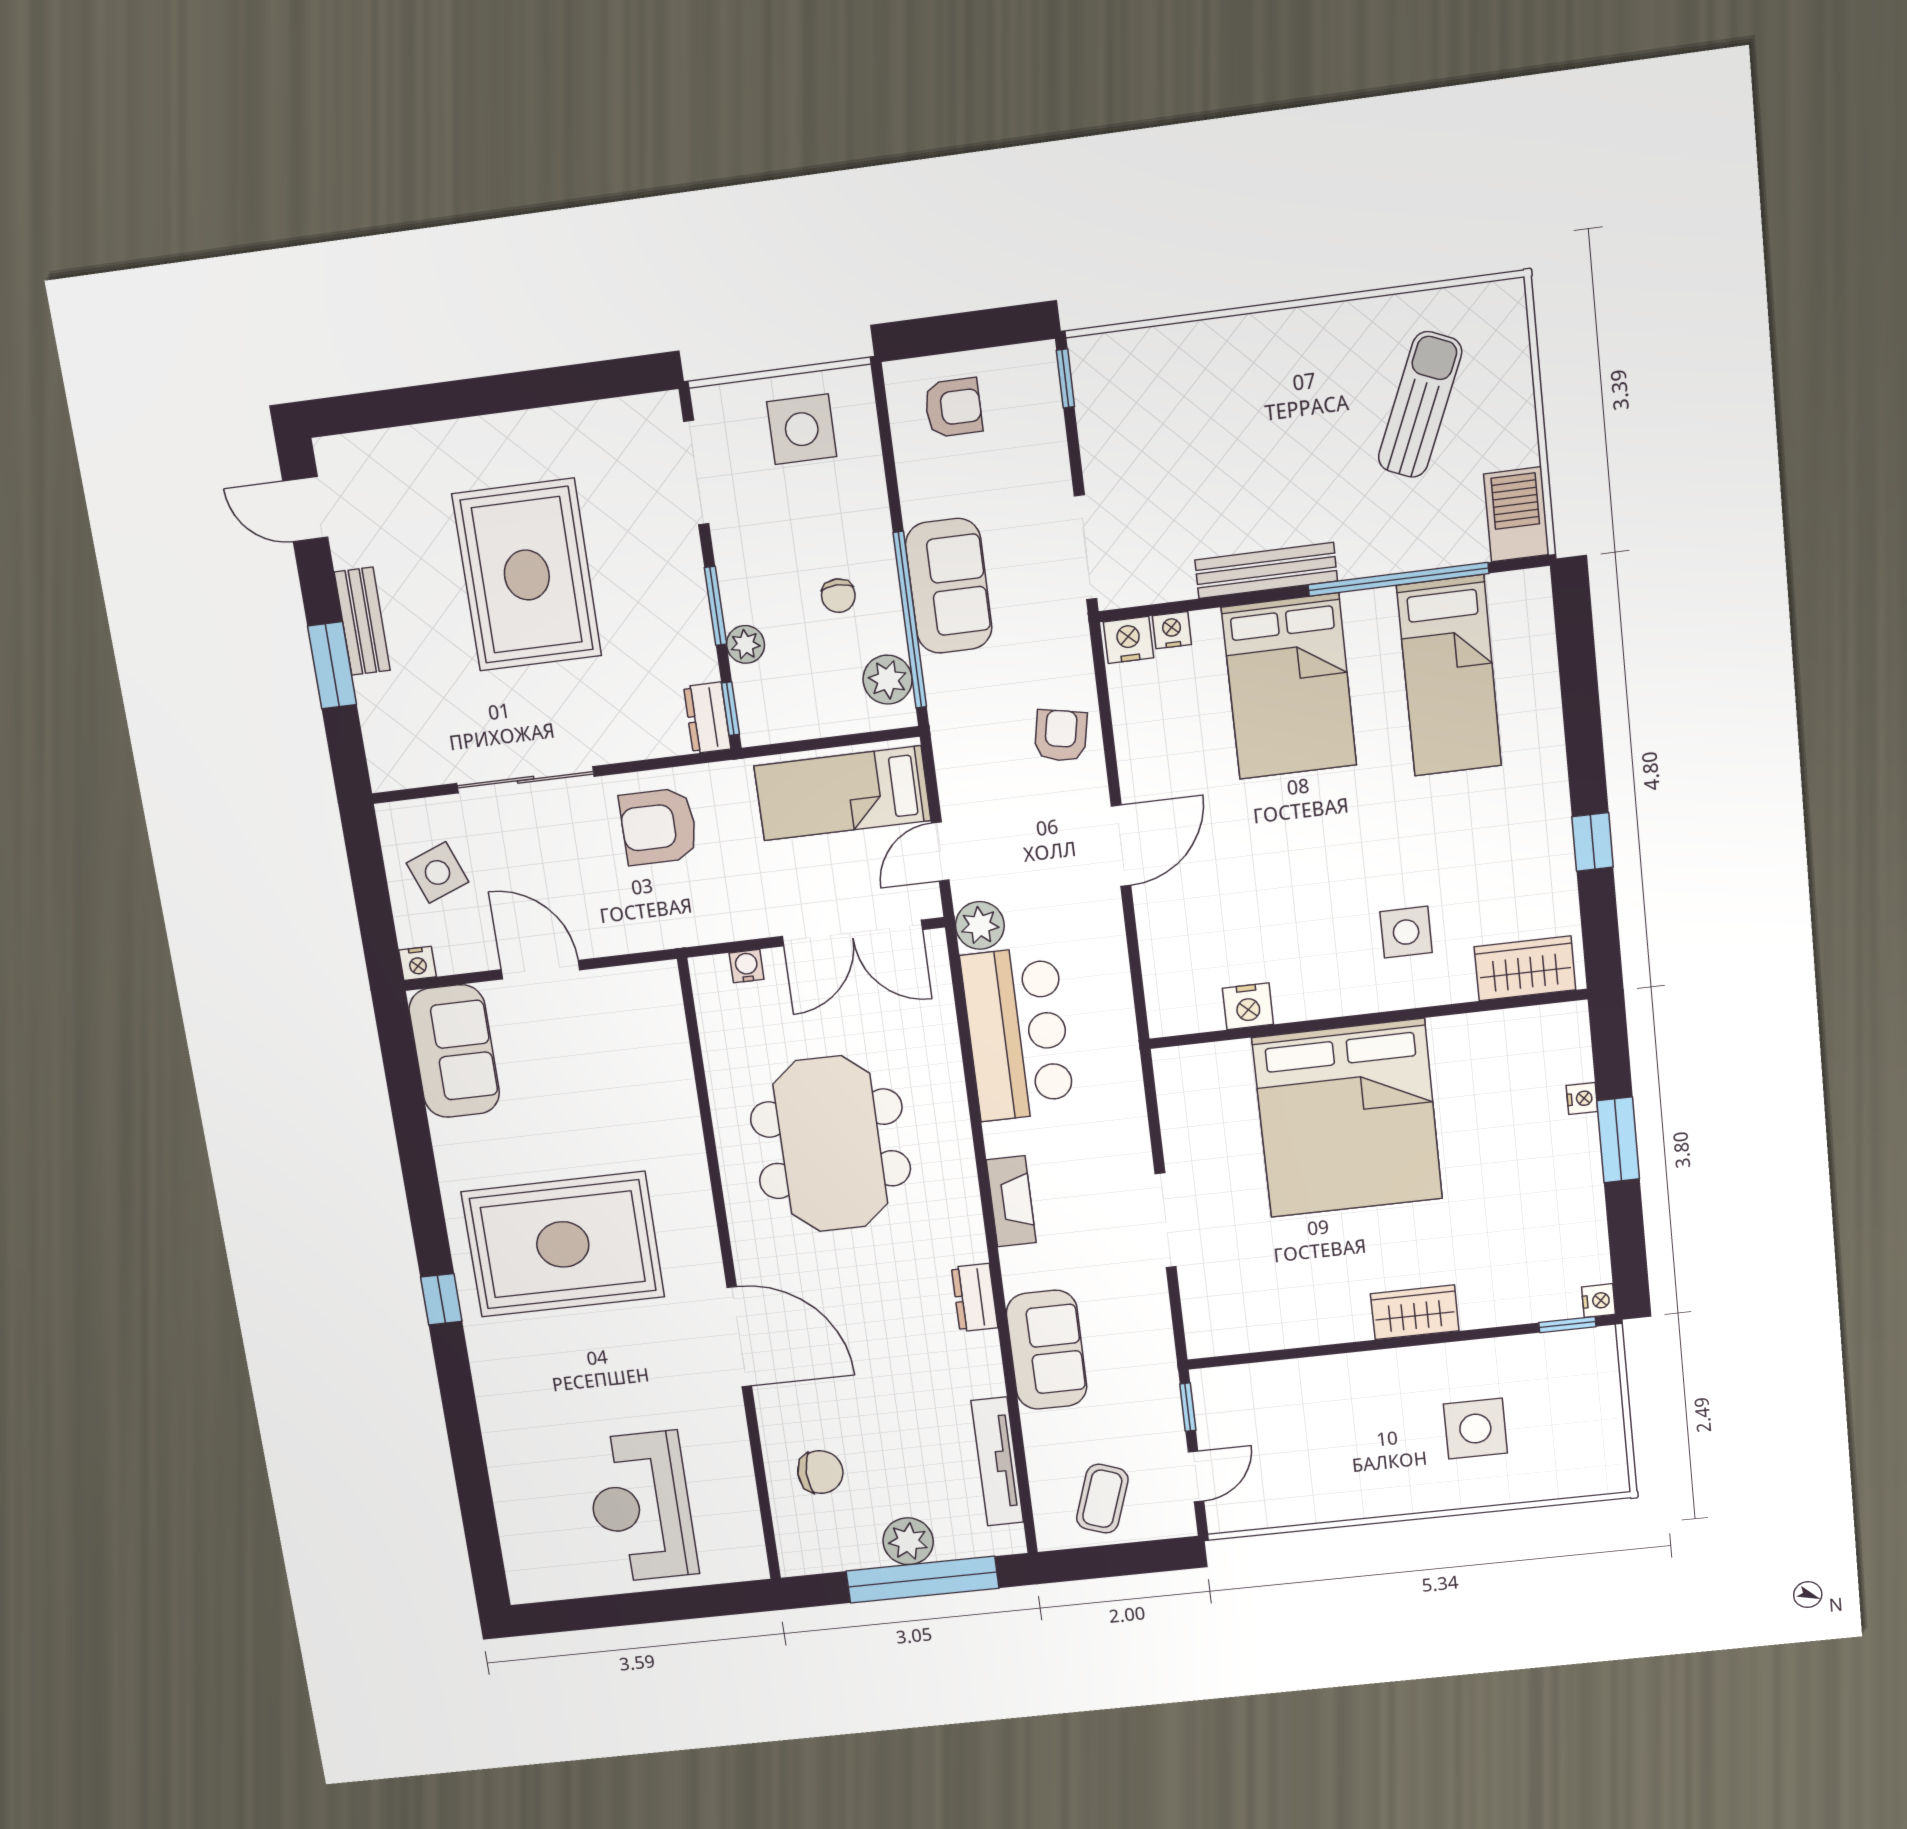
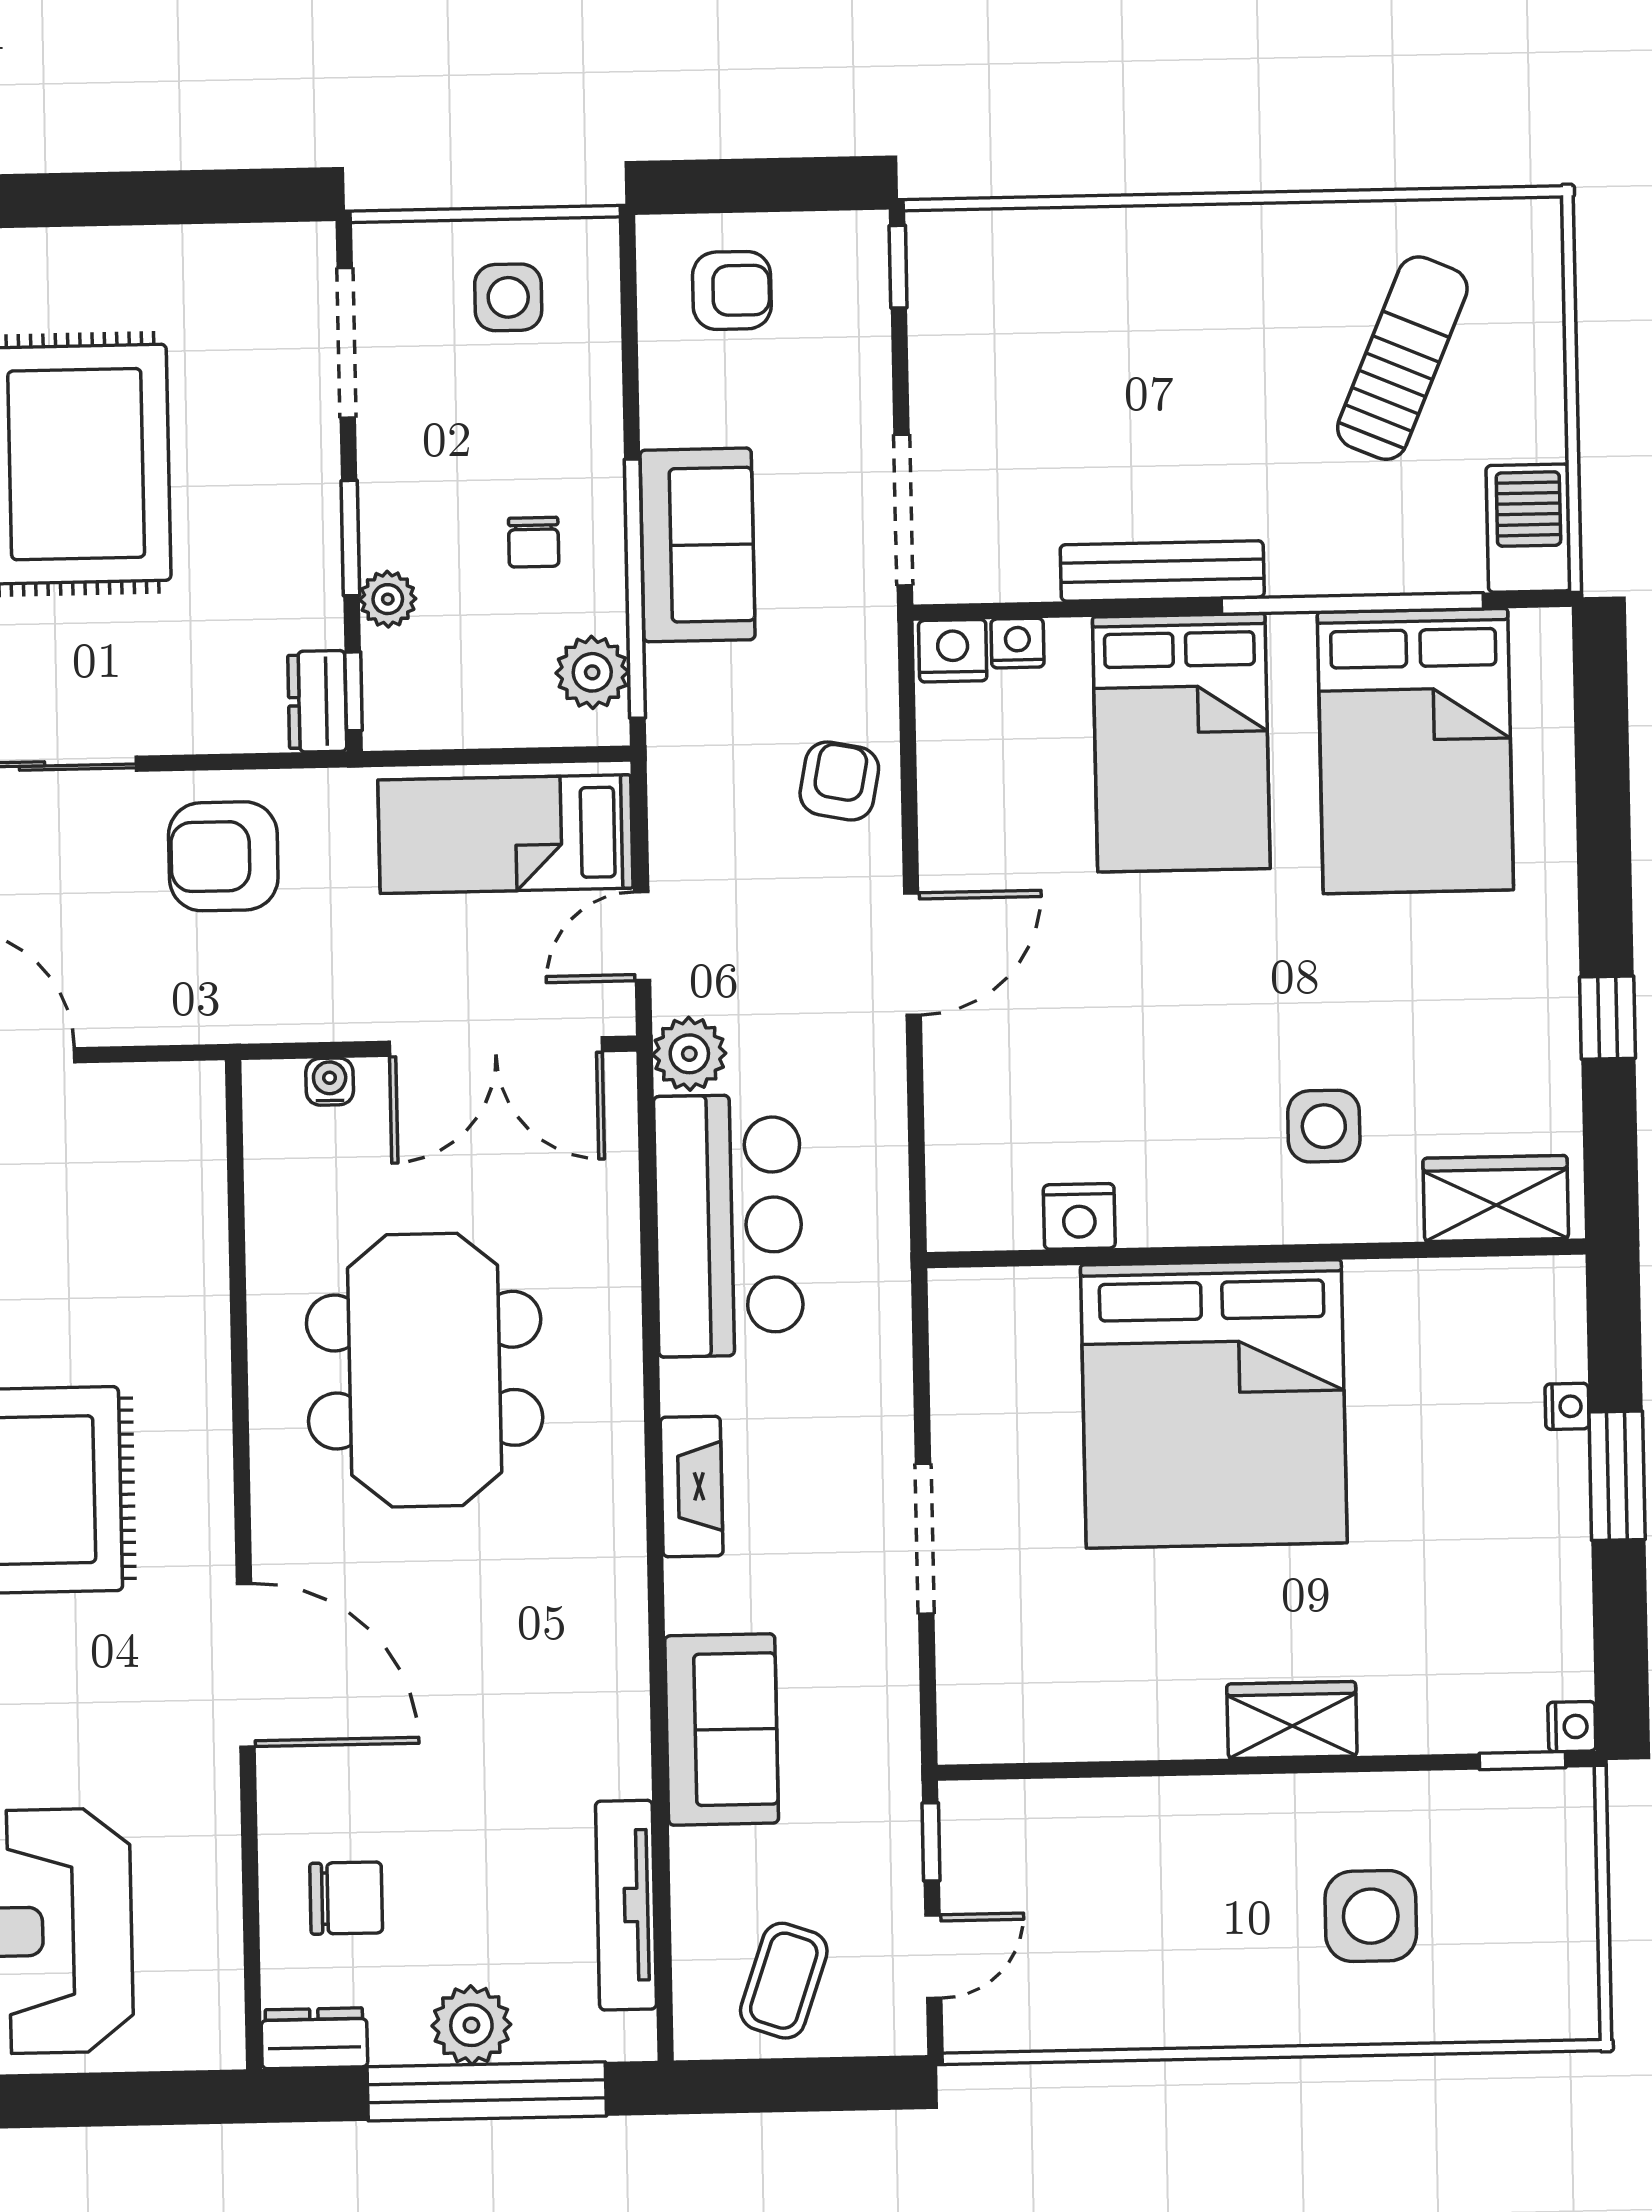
side table: (802, 429) -> (508, 297), width x0.73, depth x0.73
bed: (1449, 676) -> (1415, 751), width x1.50
dresser: (975, 1298) -> (314, 2038), moved, turned 90

